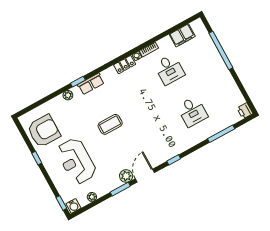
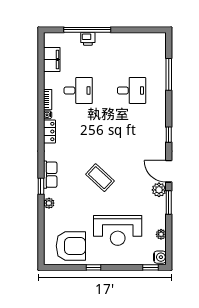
printer: (245, 111) -> (88, 39), moved
coffee table: (110, 124) -> (100, 178), turned -47
armchair: (44, 131) -> (71, 246), turned 90

